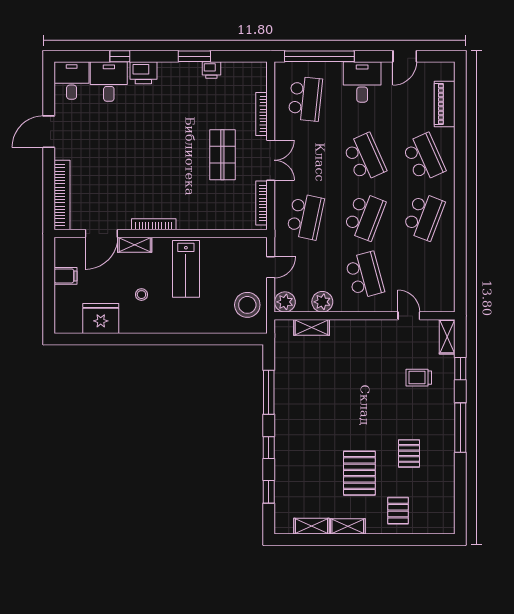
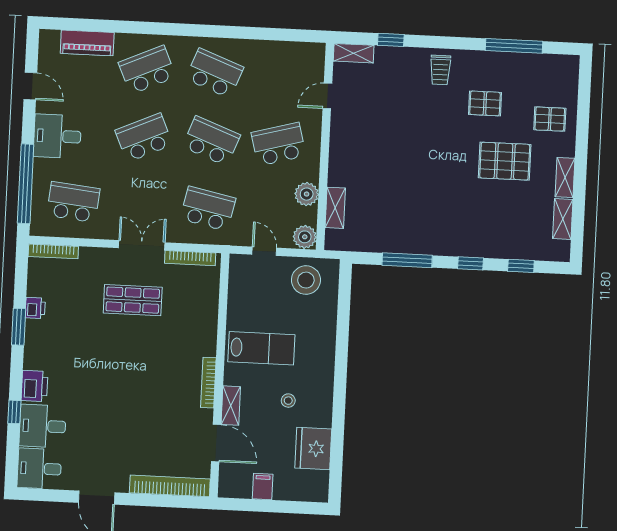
bookcase: (262, 114) -> (53, 251), moved
trolley: (419, 378) -> (440, 70), moved
window: (460, 428) -> (514, 46), moved

